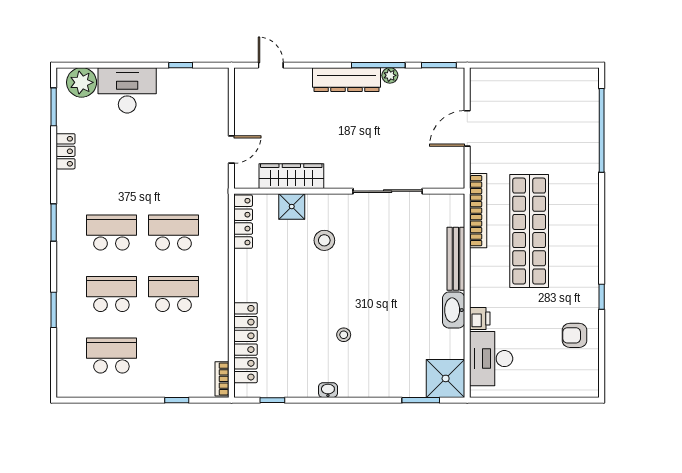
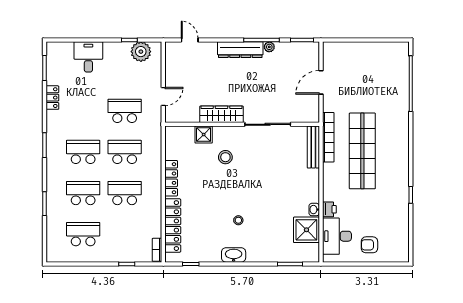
plant: (82, 82) -> (141, 52), moved
desk: (127, 90) -> (88, 57), width x0.73
school desk: (174, 171) -> (125, 111), added
wardrobe: (291, 176) -> (222, 114), moved
locker: (243, 222) -> (171, 178), moved
bench: (456, 259) -> (313, 147), moved
washbasin: (454, 310) -> (314, 210), width x0.52, depth x0.69
armchair: (575, 335) -> (369, 245), moved
shower: (446, 378) -> (306, 230), moved
washbasin: (328, 390) -> (234, 255), width x1.91, depth x1.45

